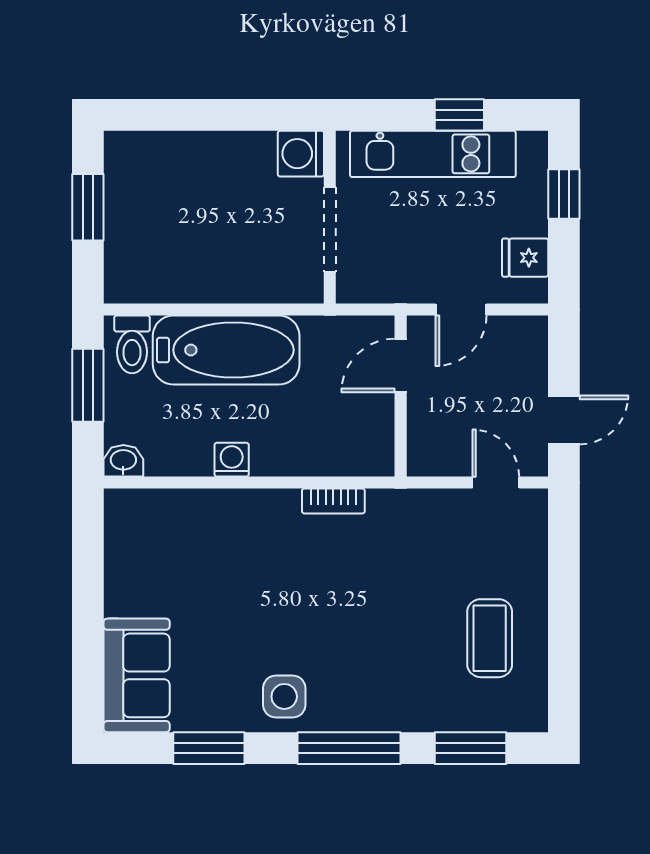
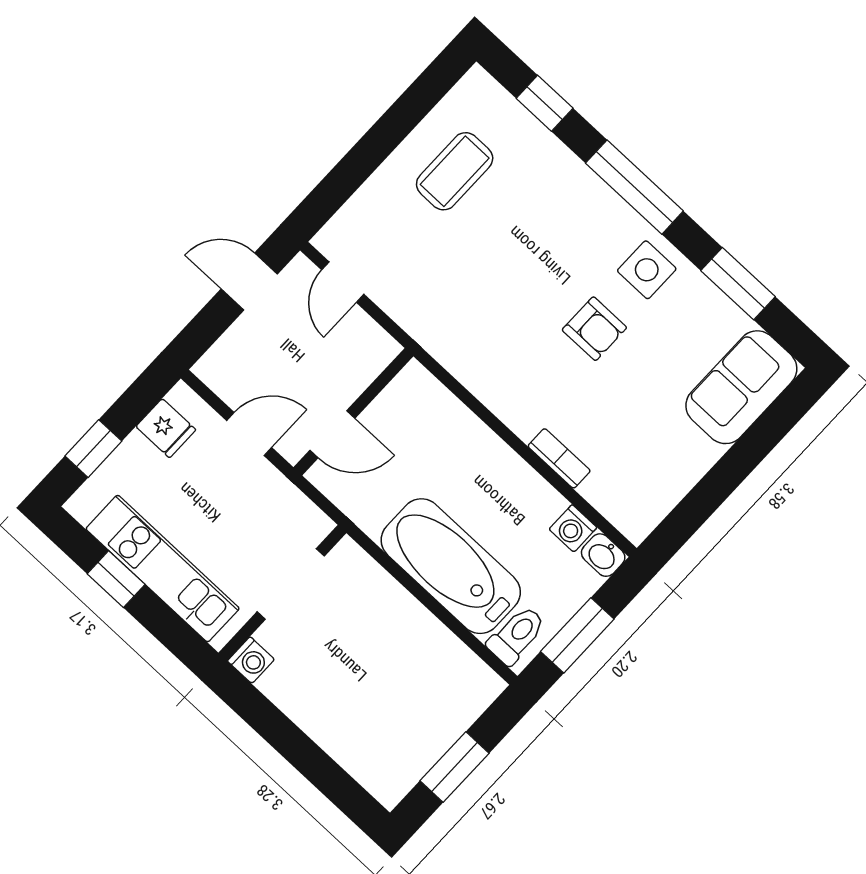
washing machine: (301, 154) -> (251, 660), width x0.73, depth x0.73
washing machine: (232, 460) -> (573, 528), moved
bookcase: (333, 501) -> (559, 458), moved
armchair: (282, 619) -> (594, 329), added
window: (470, 748) -> (545, 103), width x0.67

